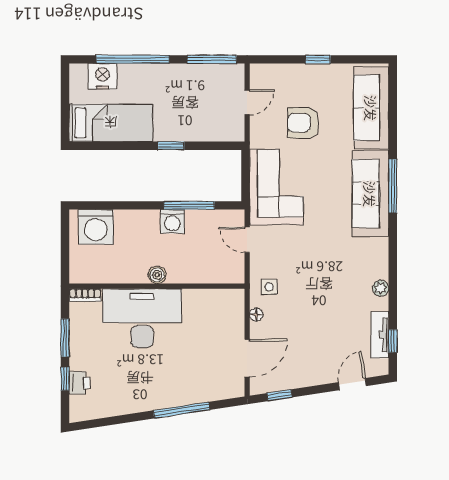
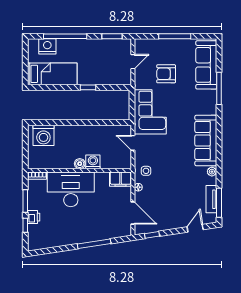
window: (212, 59) -> (112, 36), width x0.69
window: (318, 59) -> (175, 36), width x2.17
window: (393, 186) -> (219, 88), moved
sofa: (370, 194) -> (206, 141), moved
window: (189, 205) -> (99, 123), removed
washing machine: (172, 221) -> (93, 162), moved, turned 180
filing cabinet: (226, 301) -> (121, 179), added
window: (393, 341) -> (219, 203), width x2.17
door: (247, 358) -> (133, 213), hinge flipped
printer: (79, 383) -> (34, 217), moved

